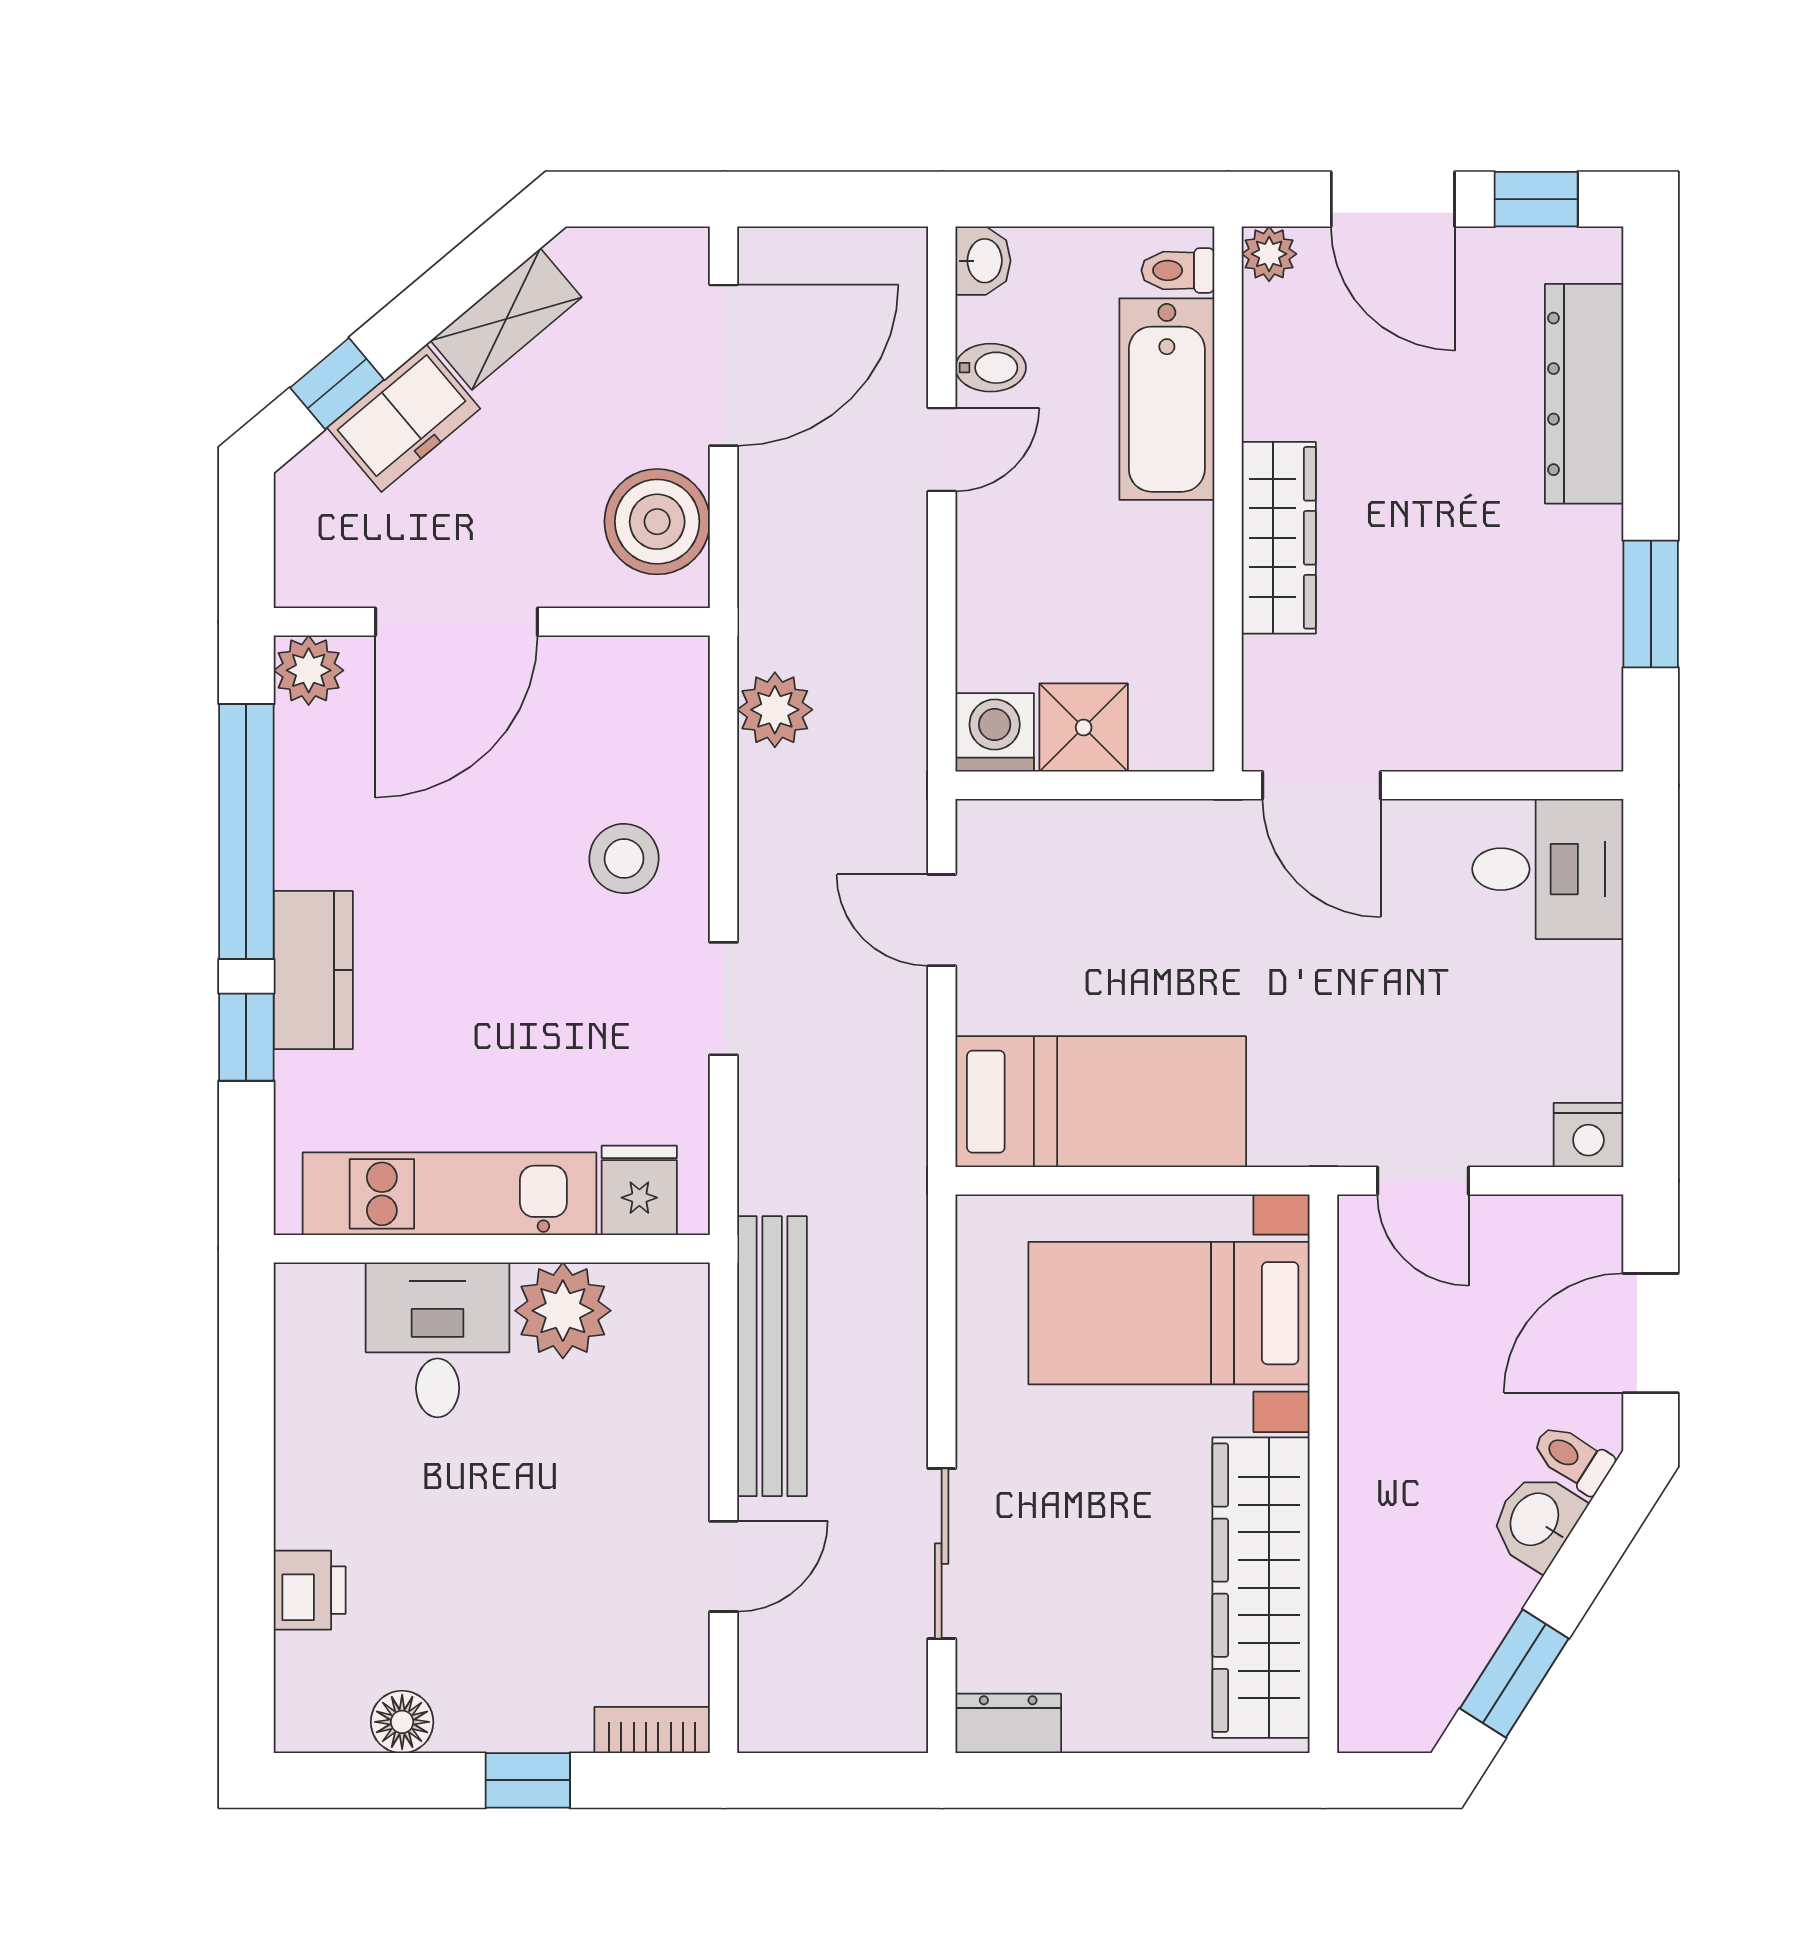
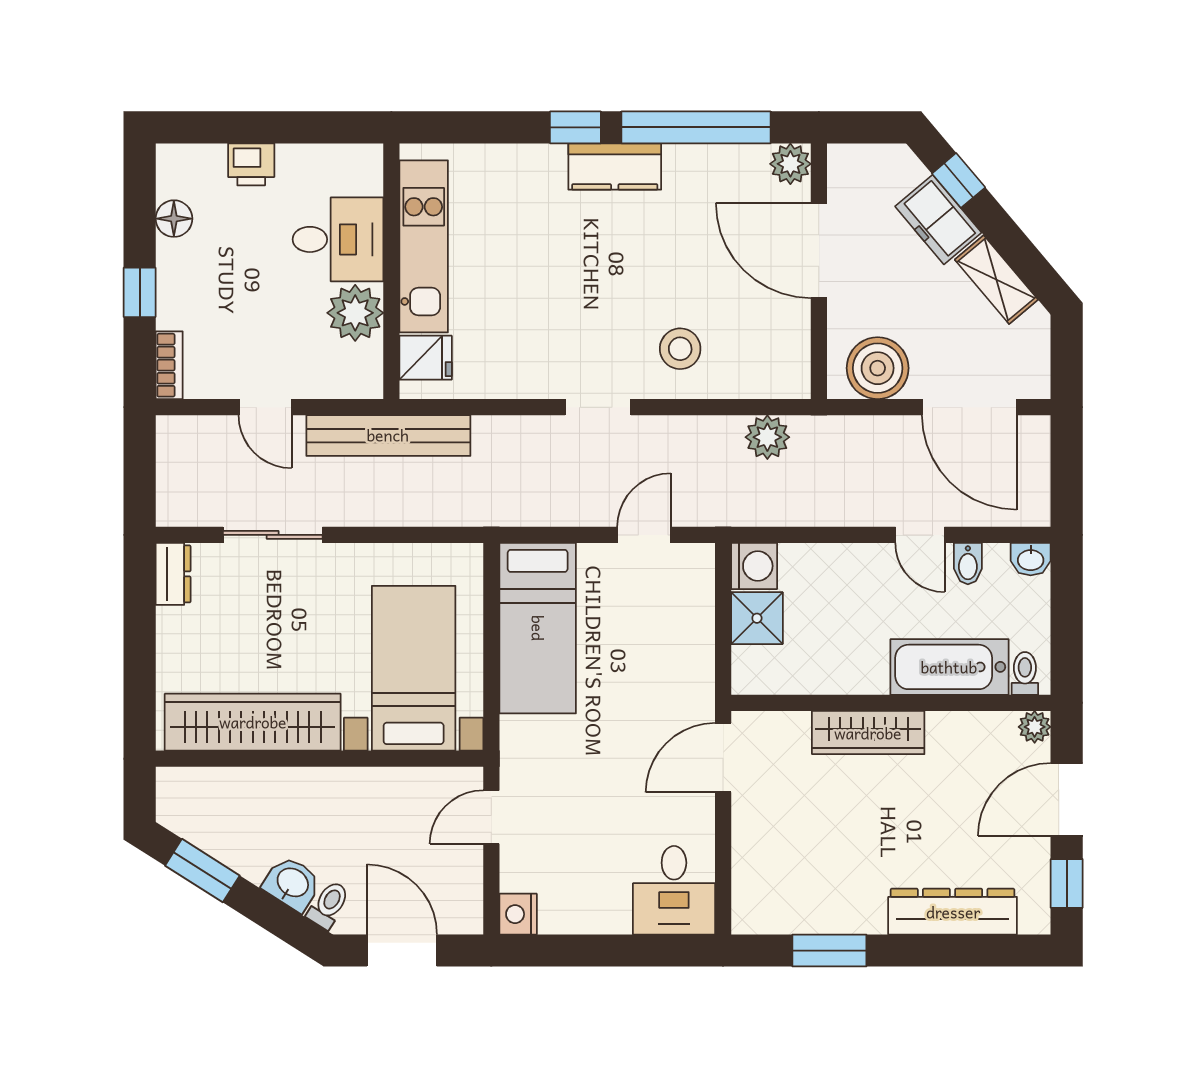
fridge: (639, 1190) -> (426, 358), moved
kitchen unit: (449, 1194) -> (424, 246), moved
wall: (492, 1249) -> (391, 271), moved
plant: (563, 1311) -> (355, 313), moved
desk: (438, 1340) -> (338, 239), moved

